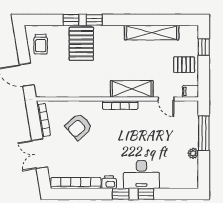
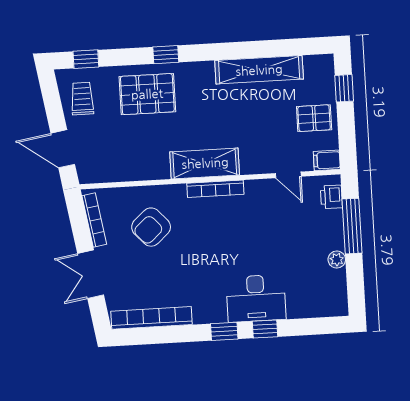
window: (71, 20) -> (86, 59), moved
trolley: (41, 44) -> (82, 99), turned 180
pallet: (81, 44) -> (147, 94), turned 90
shelving: (132, 89) -> (205, 163), moved
printer: (109, 182) -> (331, 197), moved, turned -90

